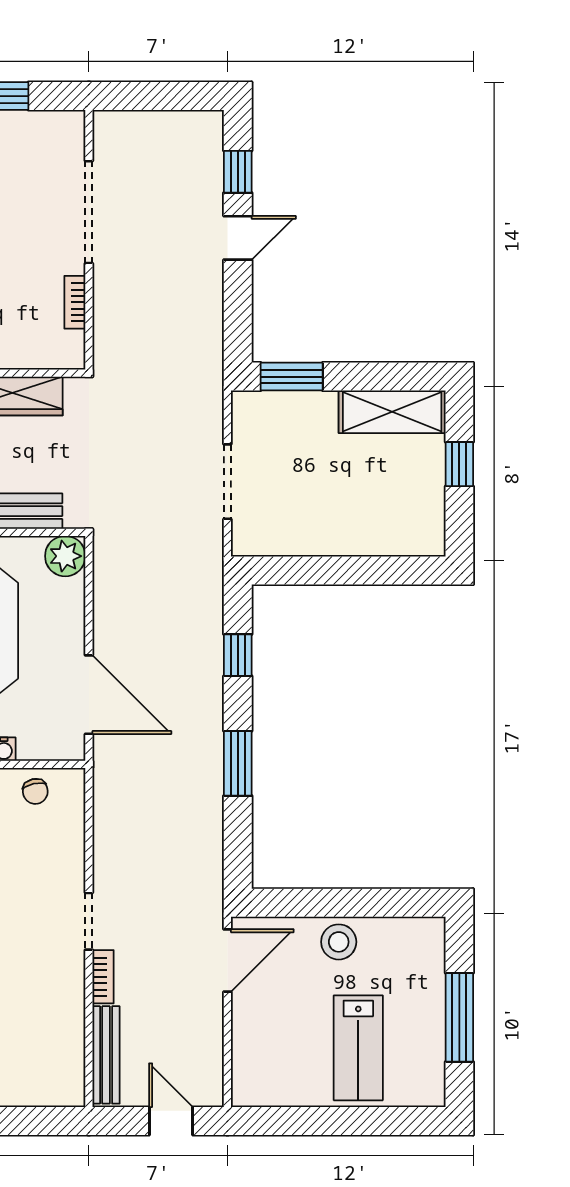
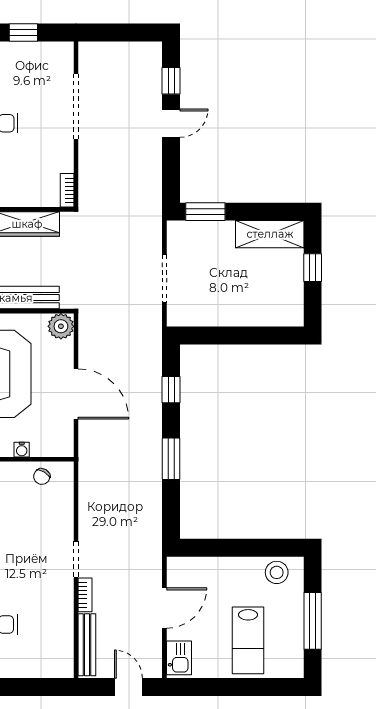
bookcase: (75, 302) -> (67, 190), moved
door: (89, 695) -> (76, 394), moved
chair: (35, 791) -> (42, 477), turned 42
stool: (339, 942) -> (277, 572), moved
door: (227, 961) -> (164, 608), moved
kitchen sink: (250, 1075) -> (179, 658), added

